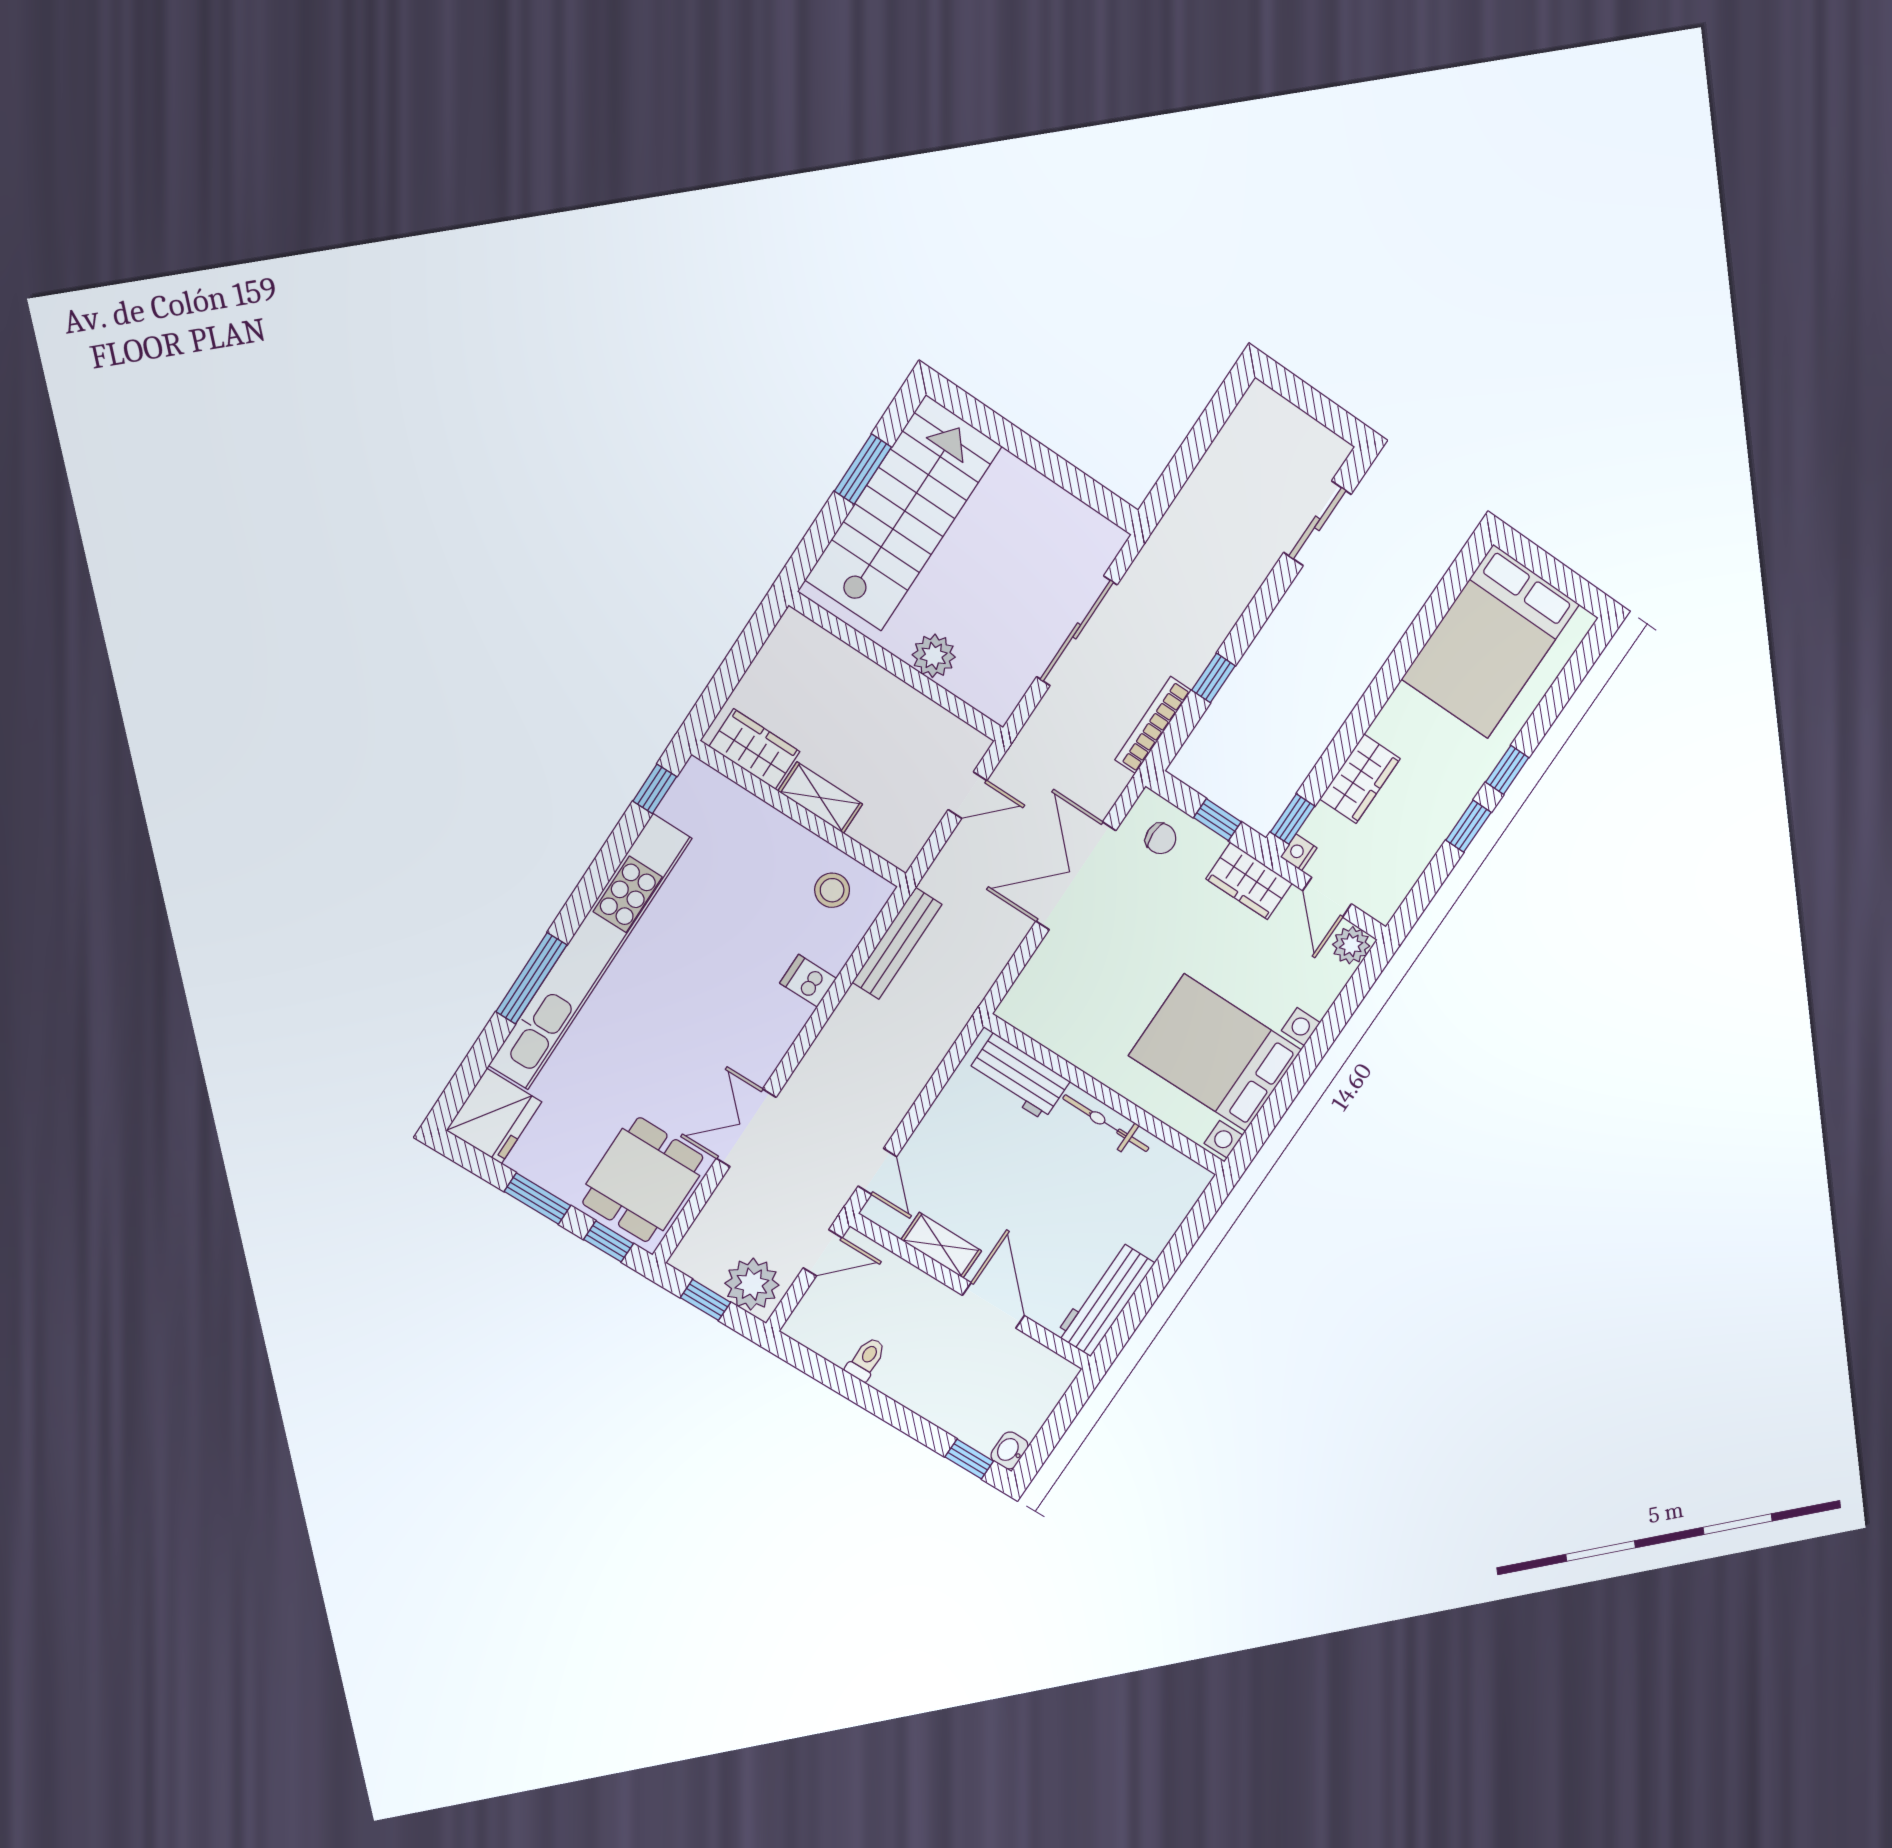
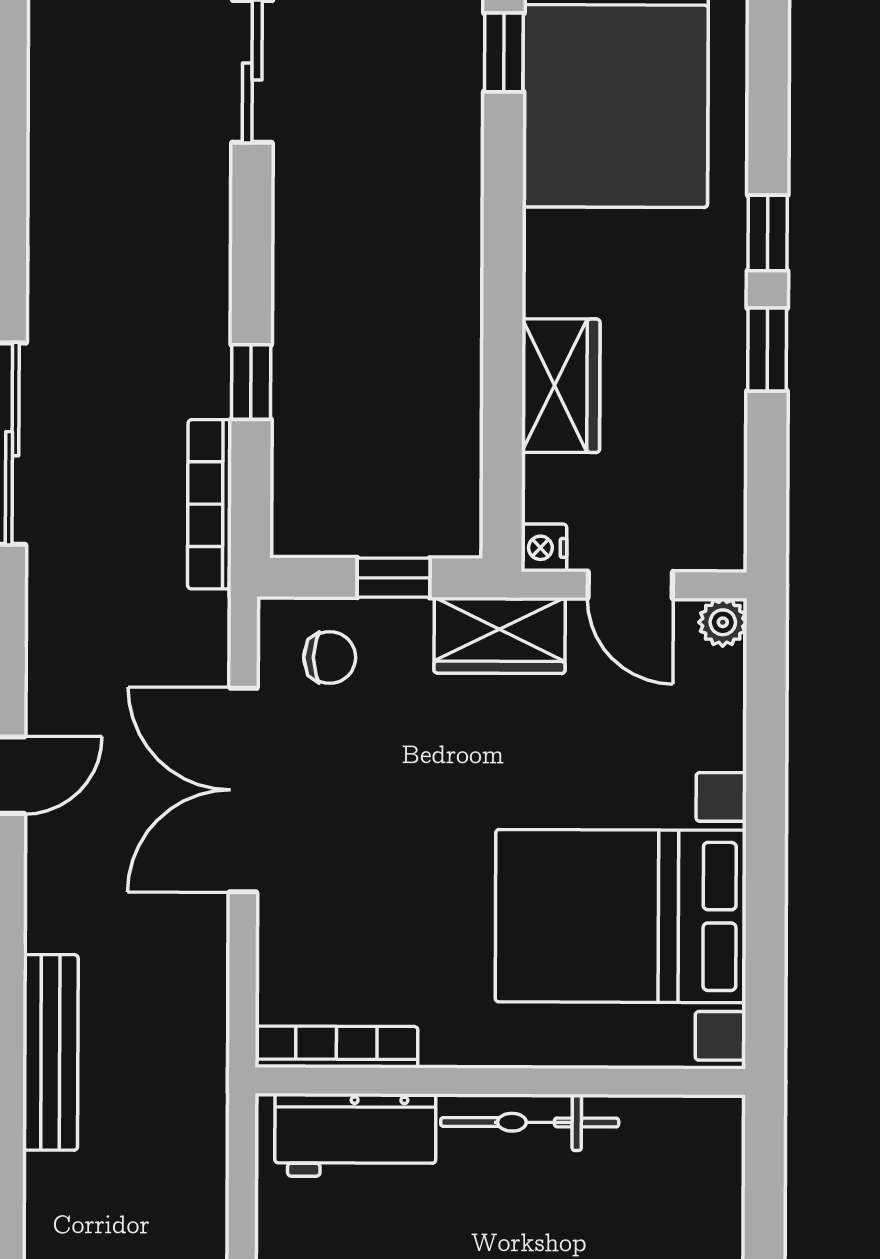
window: (1293, 819) -> (504, 52), moved
plant: (1351, 945) -> (723, 622), width x0.73, depth x0.73
bookcase: (1038, 1029) -> (336, 1047), added

